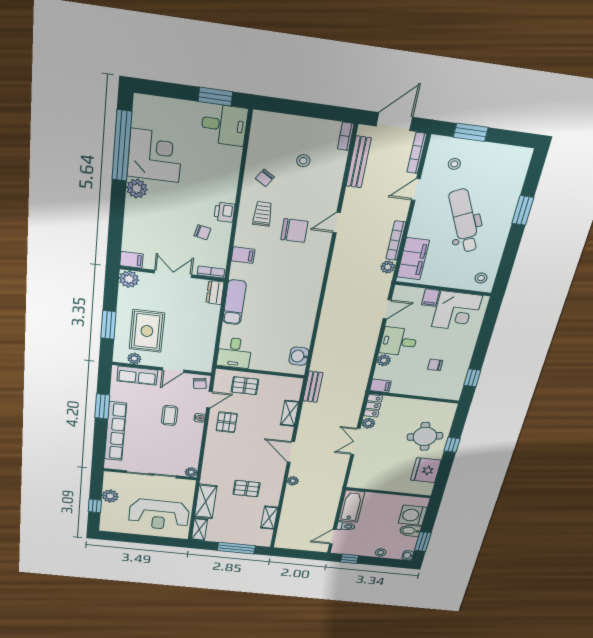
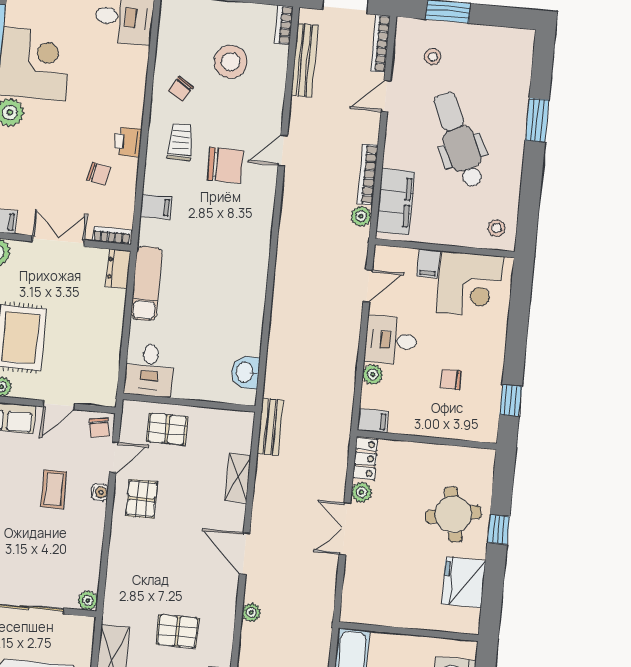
stool: (303, 161) -> (231, 62), width x1.89, depth x1.89

